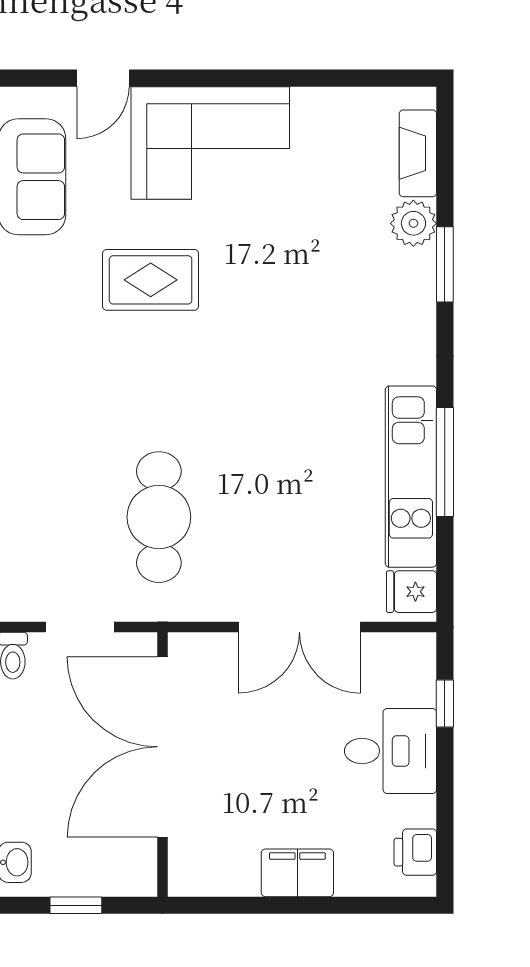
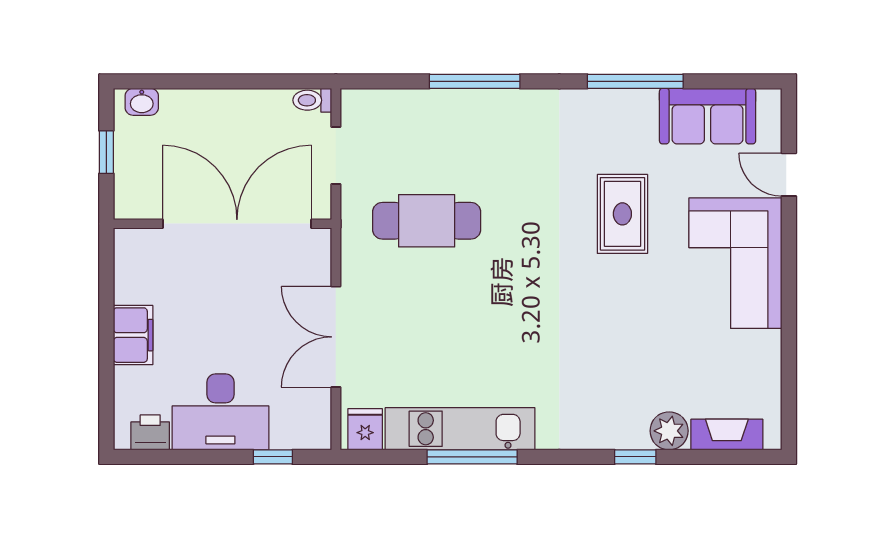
window: (445, 264) -> (635, 457), width x0.67
desk: (390, 751) -> (220, 412), width x1.37

